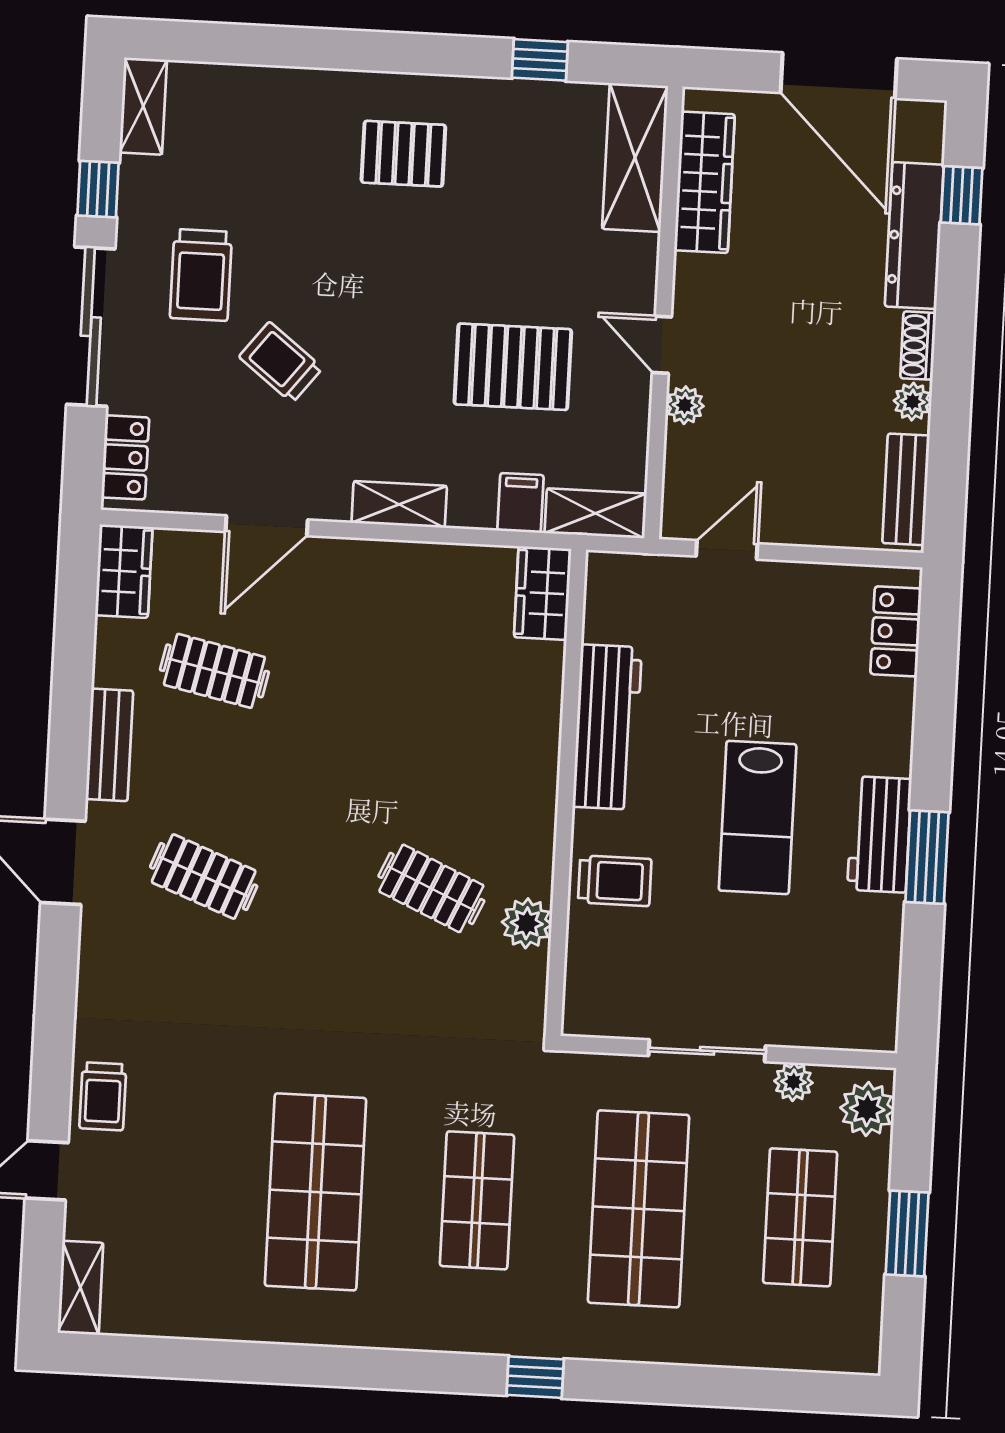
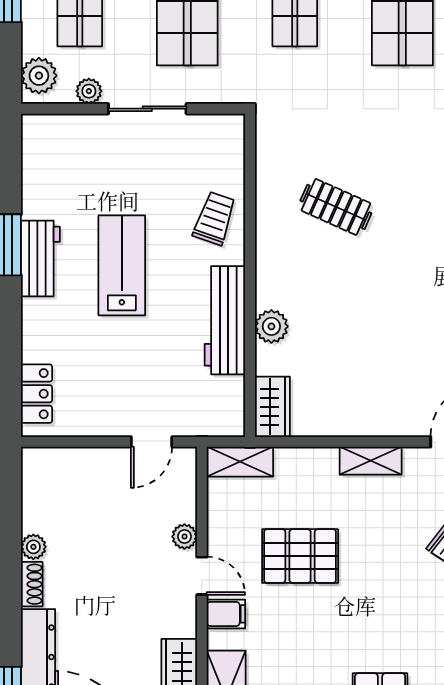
bench: (906, 489) -> (35, 488), removed
filing cabinet: (521, 503) -> (226, 614), moved, turned -90
trolley: (615, 881) -> (214, 218), turned 109
plant: (527, 923) -> (271, 326), moved

